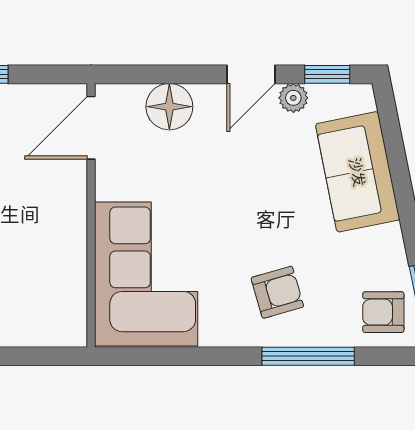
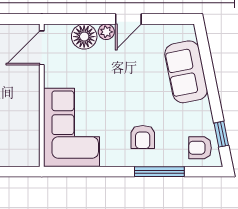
window: (327, 74) -> (170, 19), removed
plant: (293, 98) -> (106, 32), moved
armchair: (277, 292) -> (143, 137), turned 106

